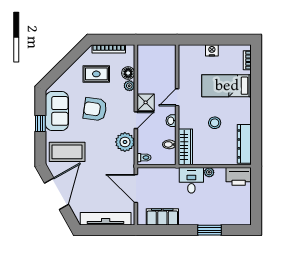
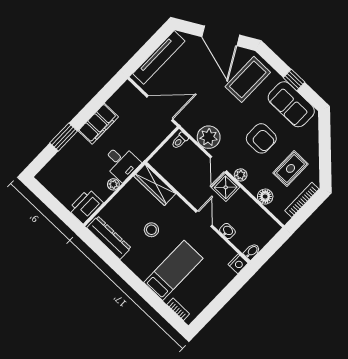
nightstand: (212, 50) -> (238, 264), moved
plant: (129, 86) -> (241, 175), moved
armchair: (95, 109) -> (261, 138), turned 82
washbasin: (171, 121) -> (227, 231), moved
bidet: (169, 144) -> (252, 252), moved
filing cabinet: (162, 217) -> (98, 124), moved

